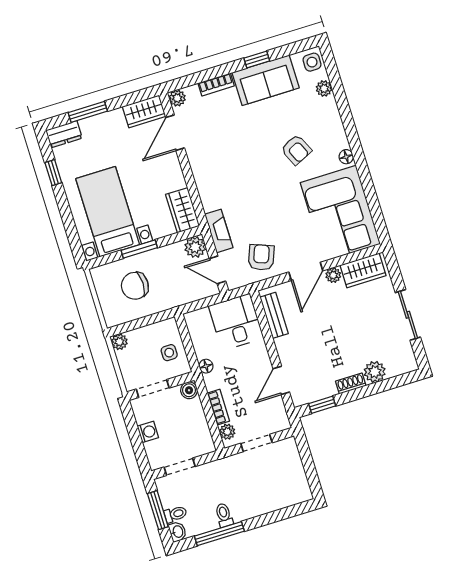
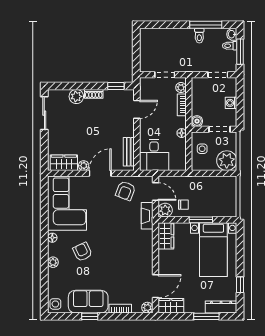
plant: (324, 88) -> (53, 262), moved
dresser: (64, 134) -> (221, 307), width x1.44
chair: (135, 286) -> (183, 205), moved, width x0.54, depth x0.54
sliding door: (408, 315) -> (44, 113), moved
plant: (119, 342) -> (227, 161), width x1.87, depth x1.87

